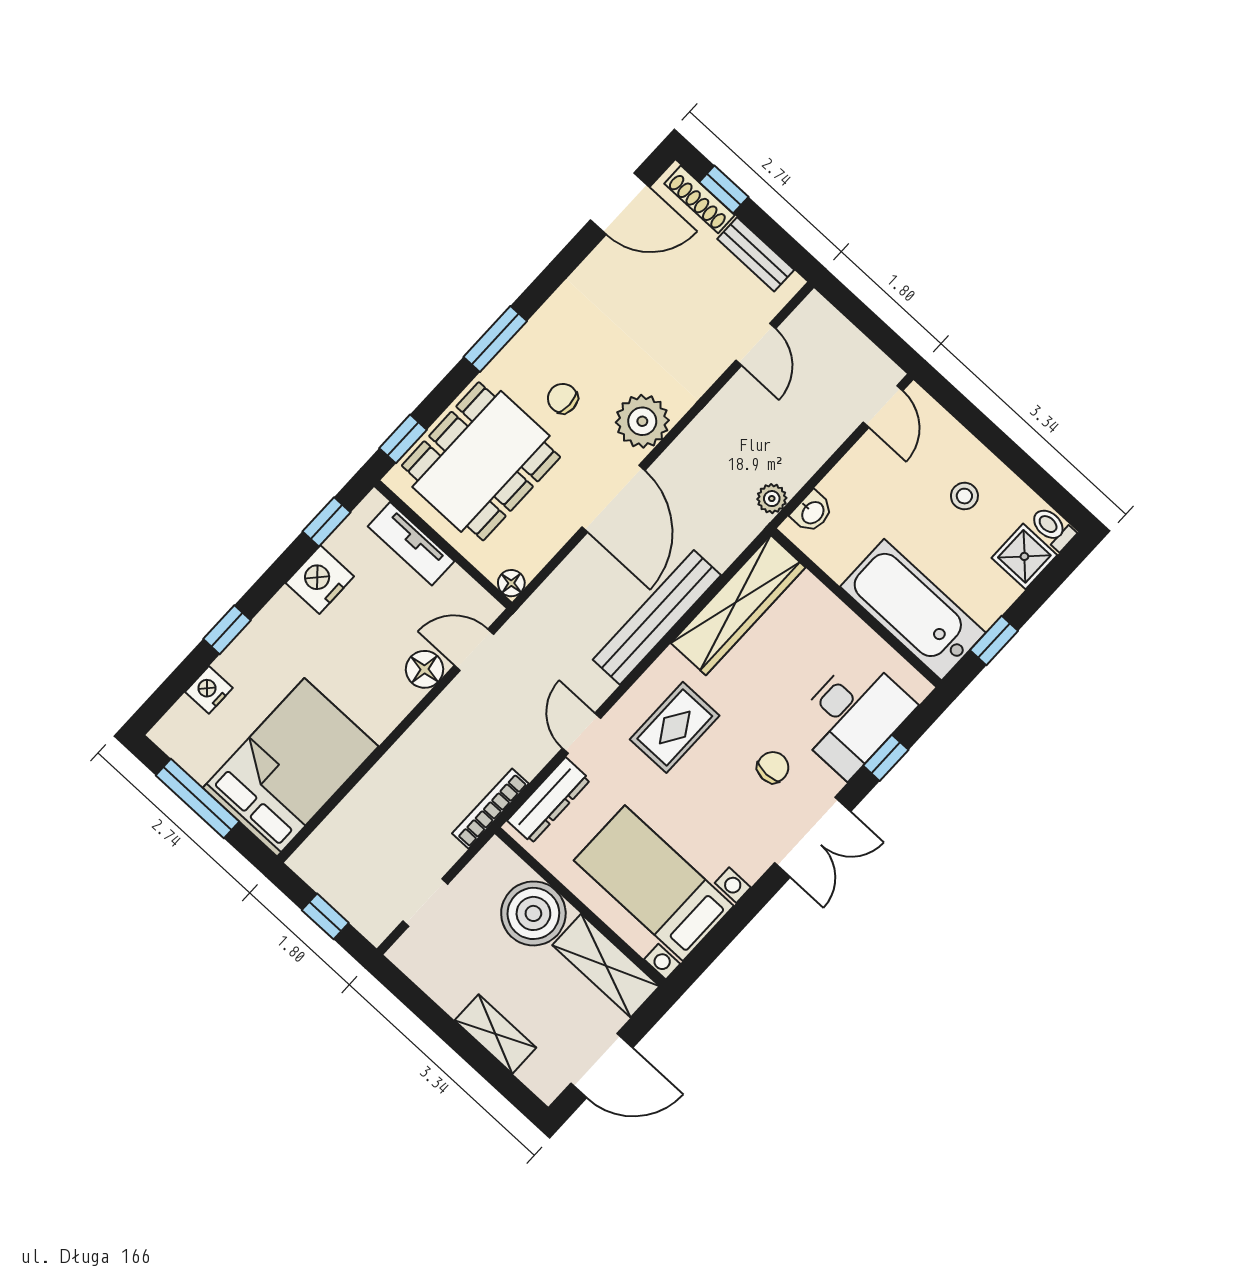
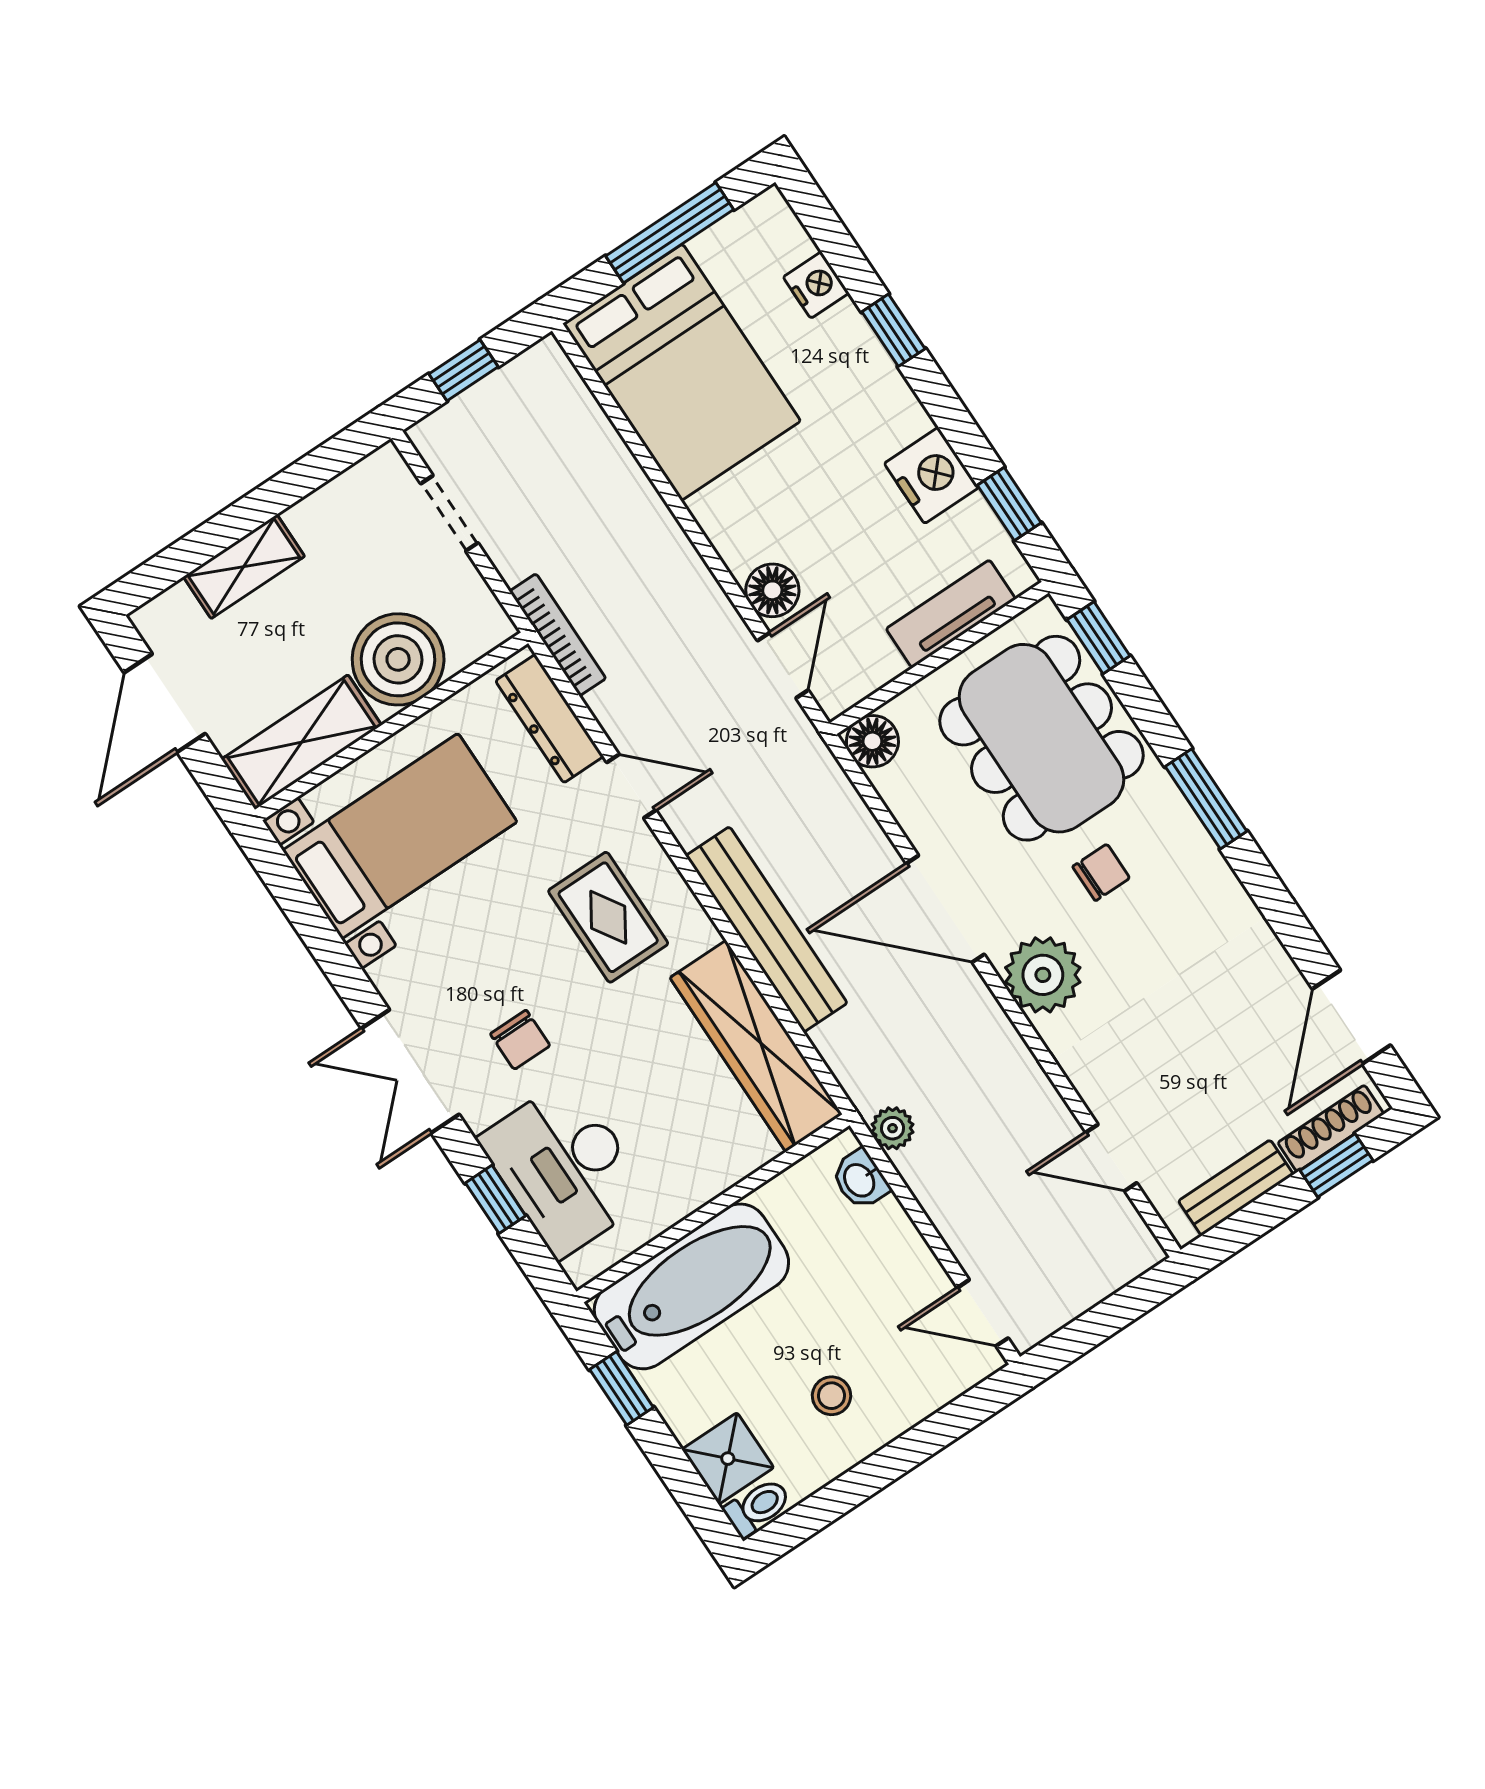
floor lamp: (511, 583) -> (872, 741), width x1.37, depth x1.37

